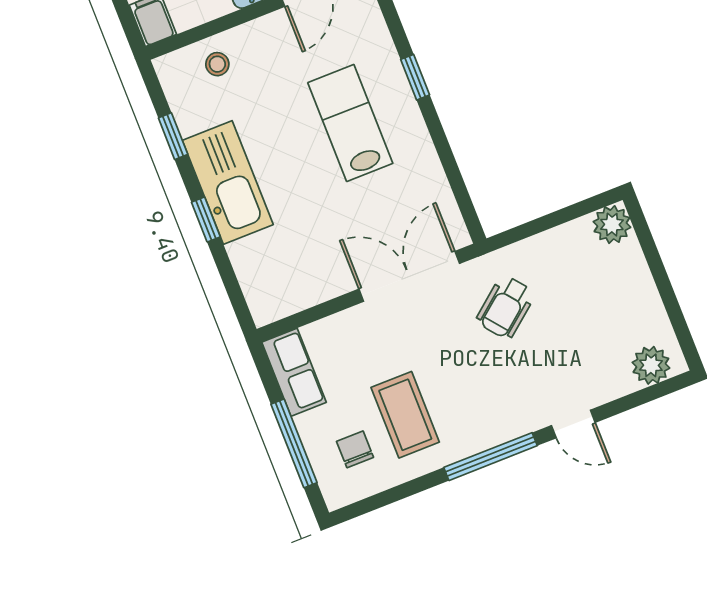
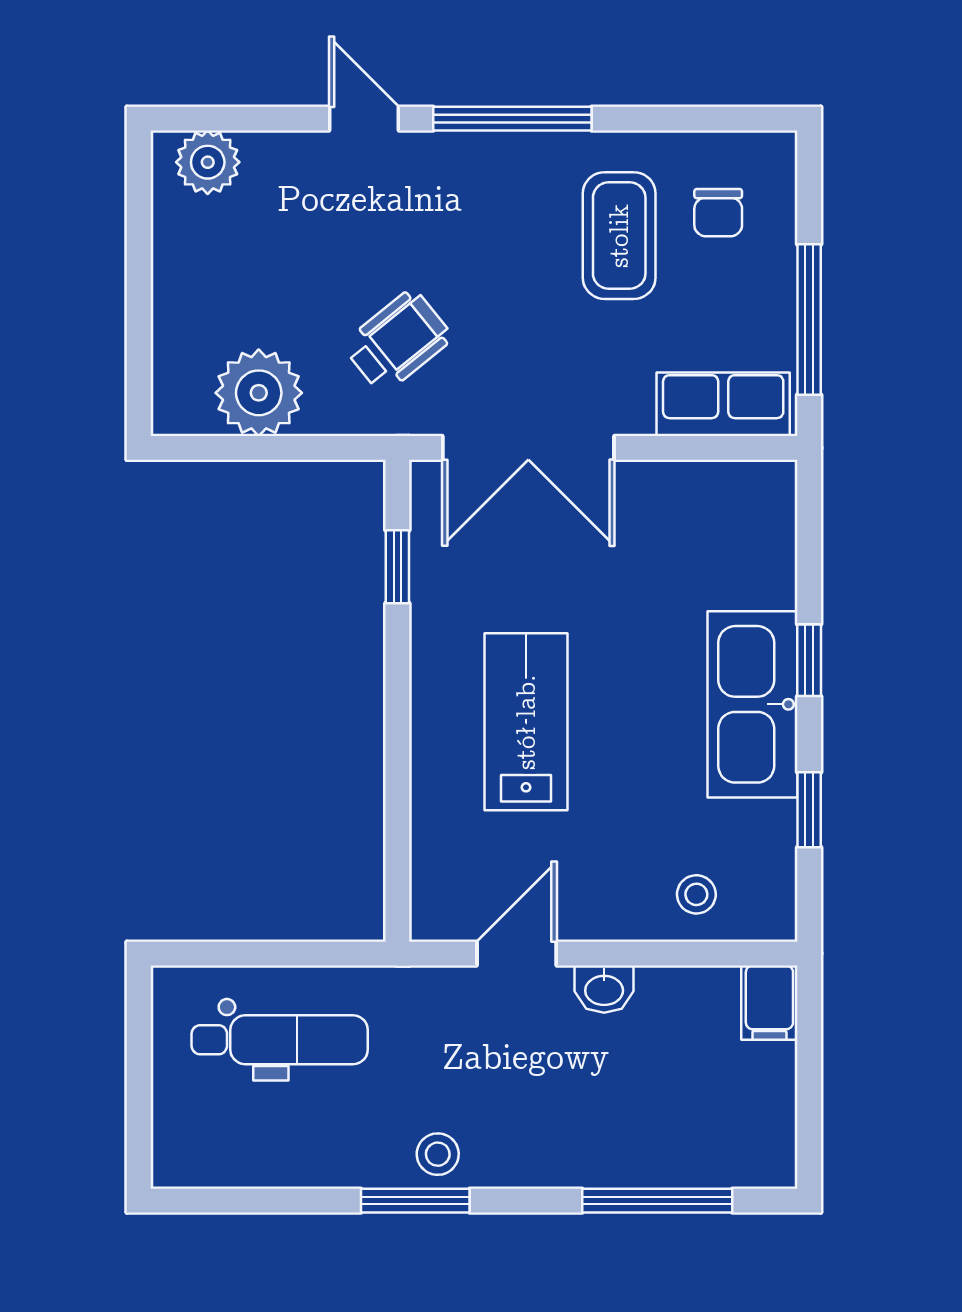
window: (415, 77) -> (397, 567), moved
lab bench: (350, 123) -> (526, 722), turned 180
plant: (612, 225) -> (259, 393), moved, width x1.36, depth x1.36
row of seats: (294, 372) -> (723, 404), moved, turned 90
window: (294, 443) -> (809, 320), moved

